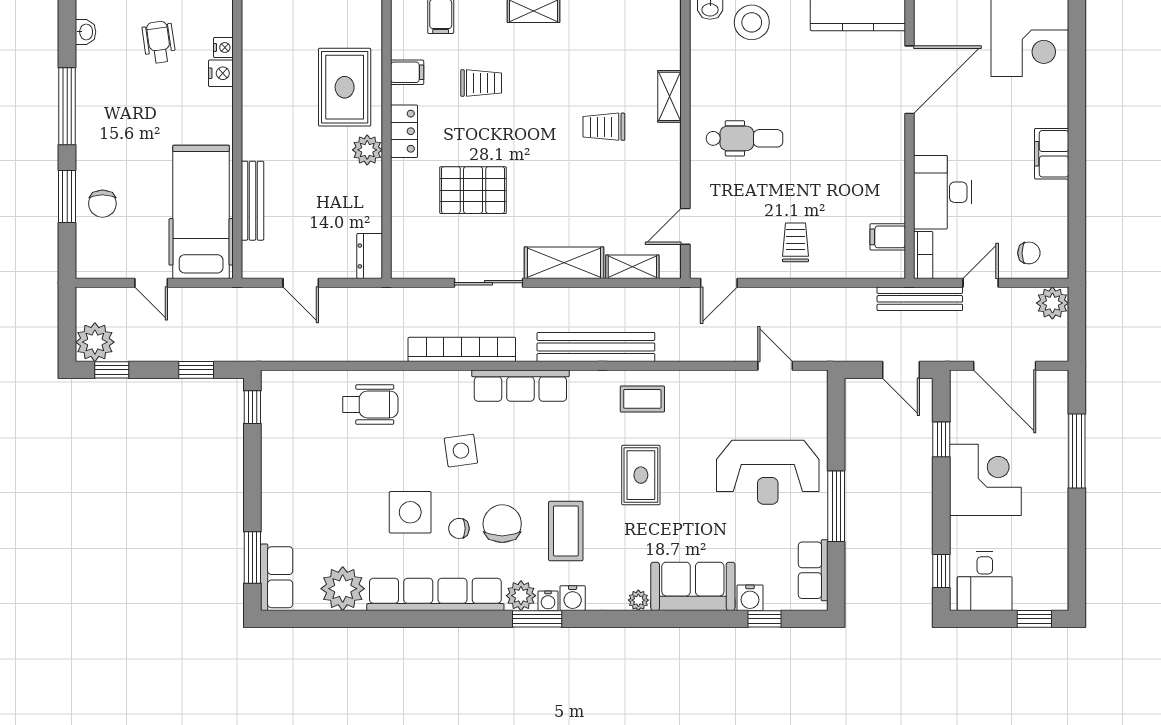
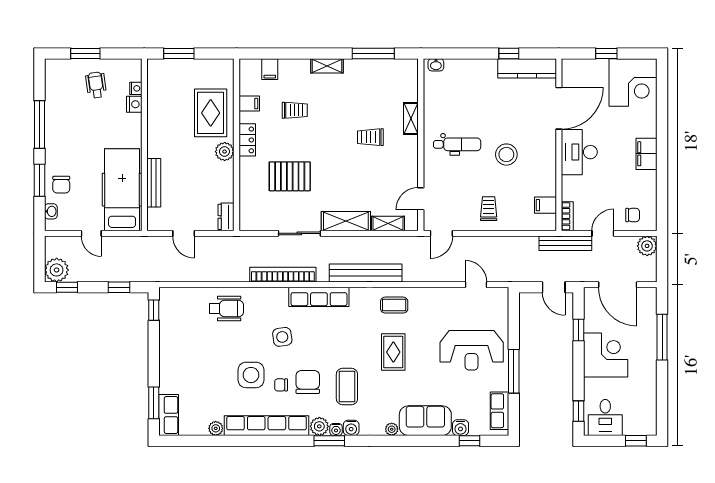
stool: (752, 22) -> (506, 155), moved
washbasin: (86, 32) -> (51, 211), moved
desk: (943, 192) -> (579, 152), moved
plant: (343, 589) -> (216, 428), width x0.53, depth x0.53

